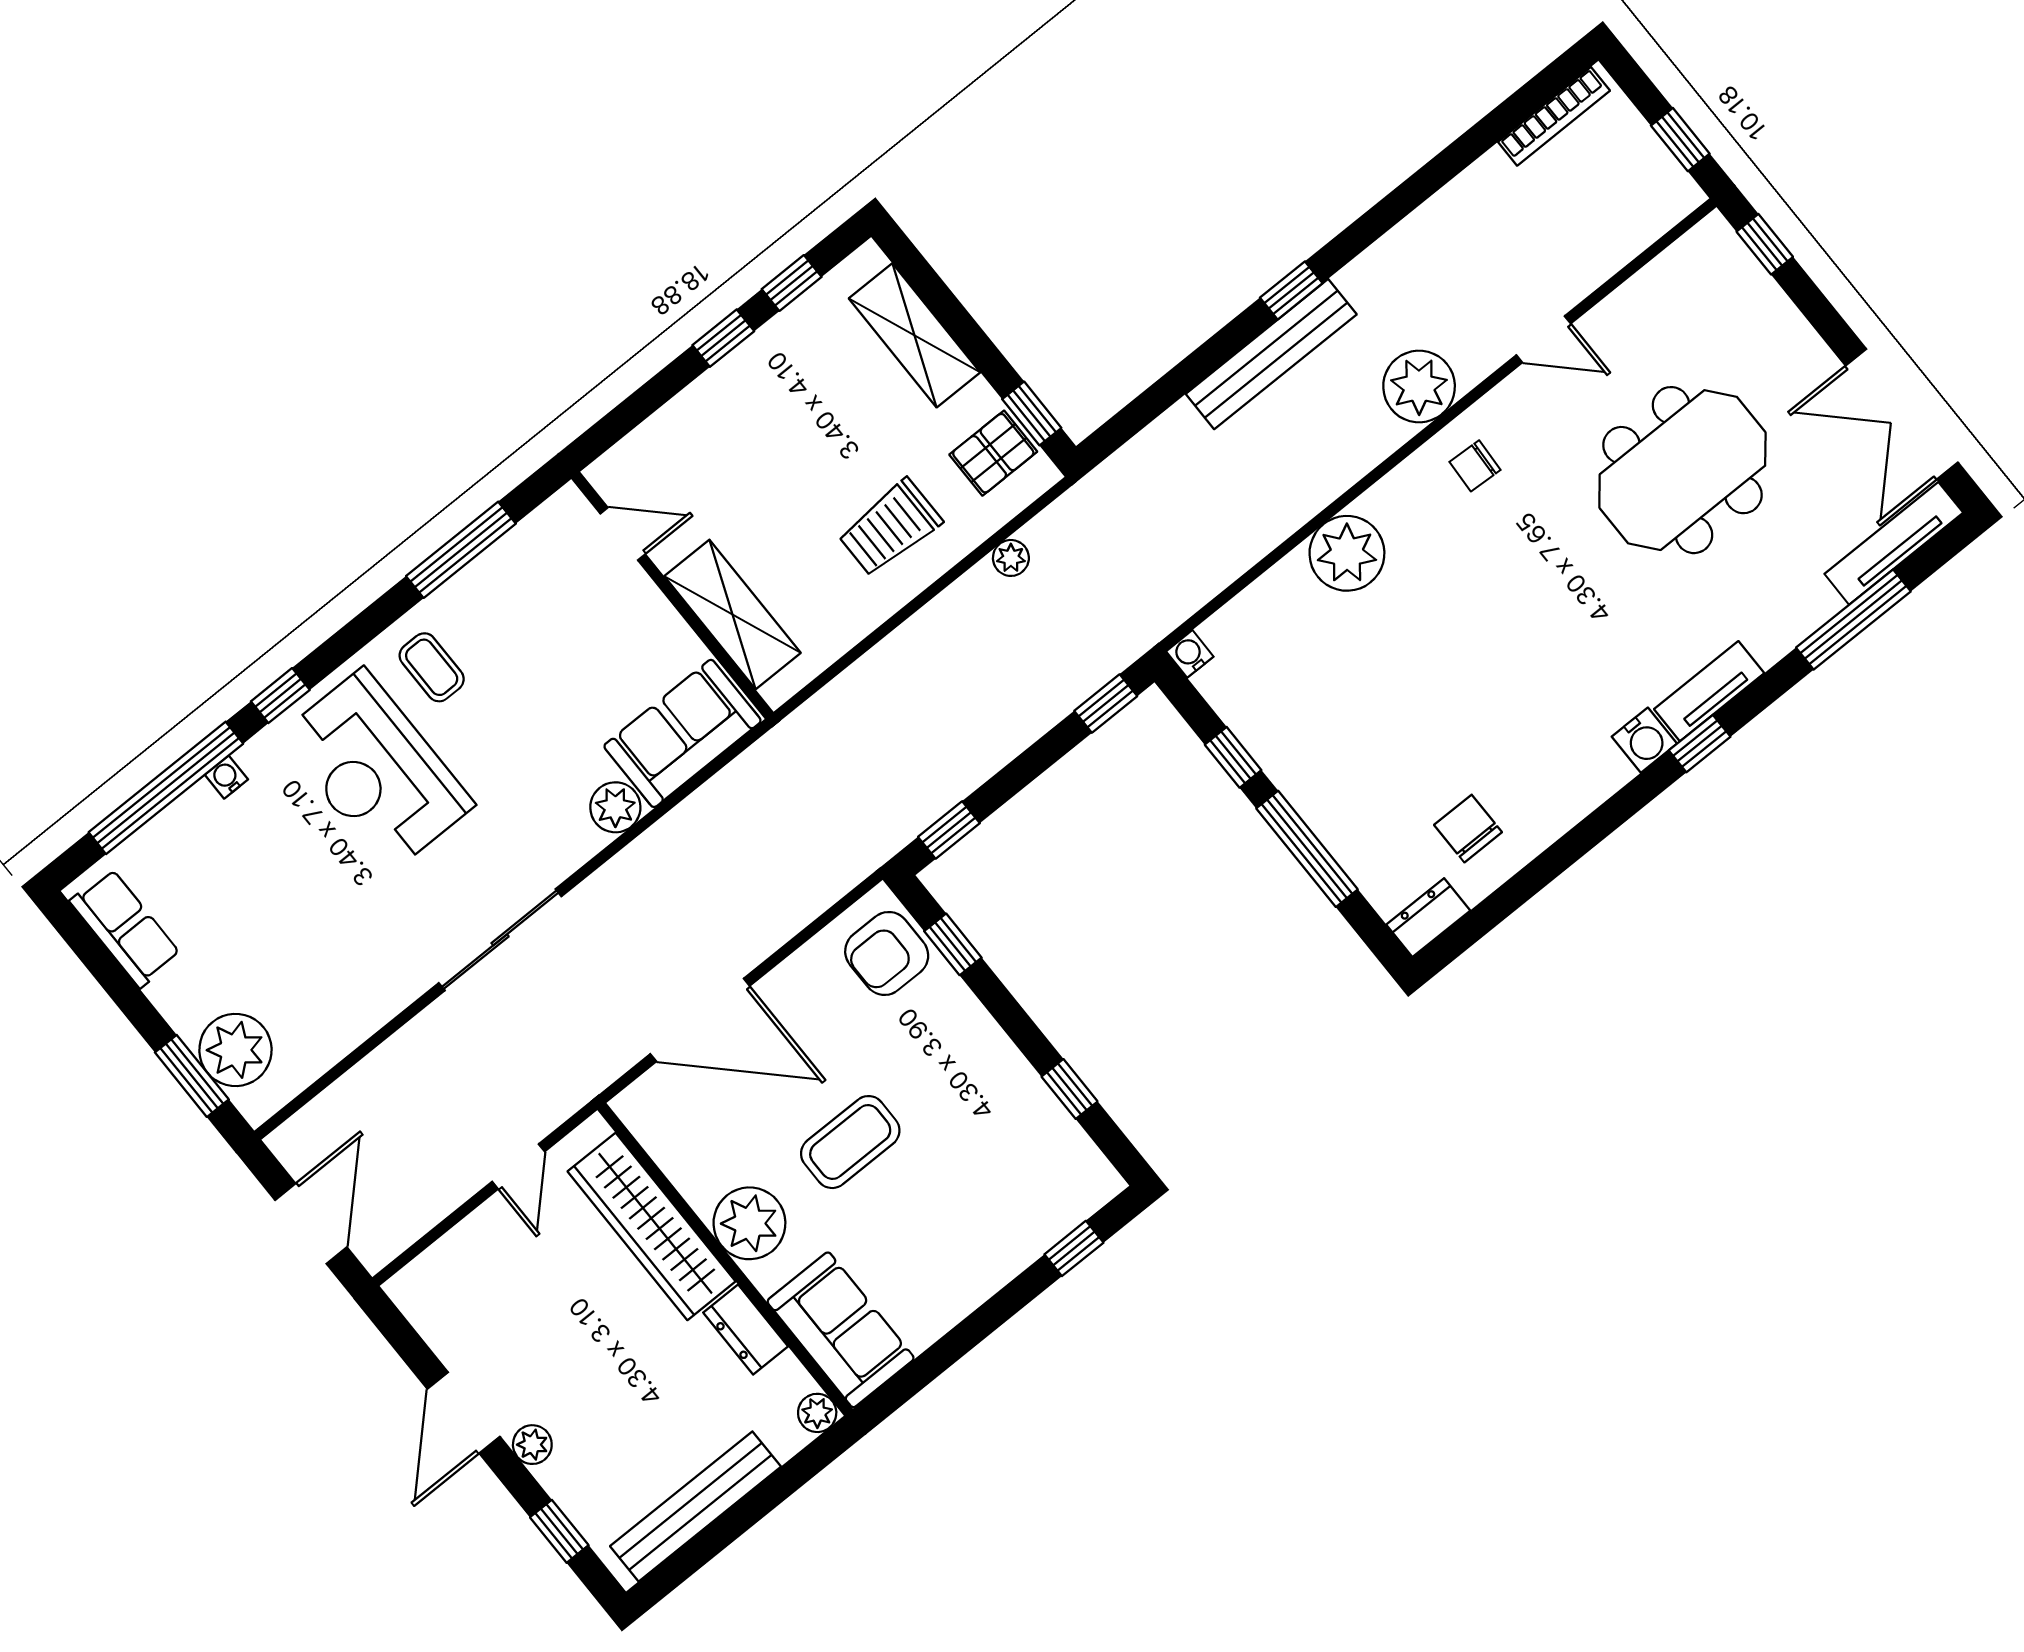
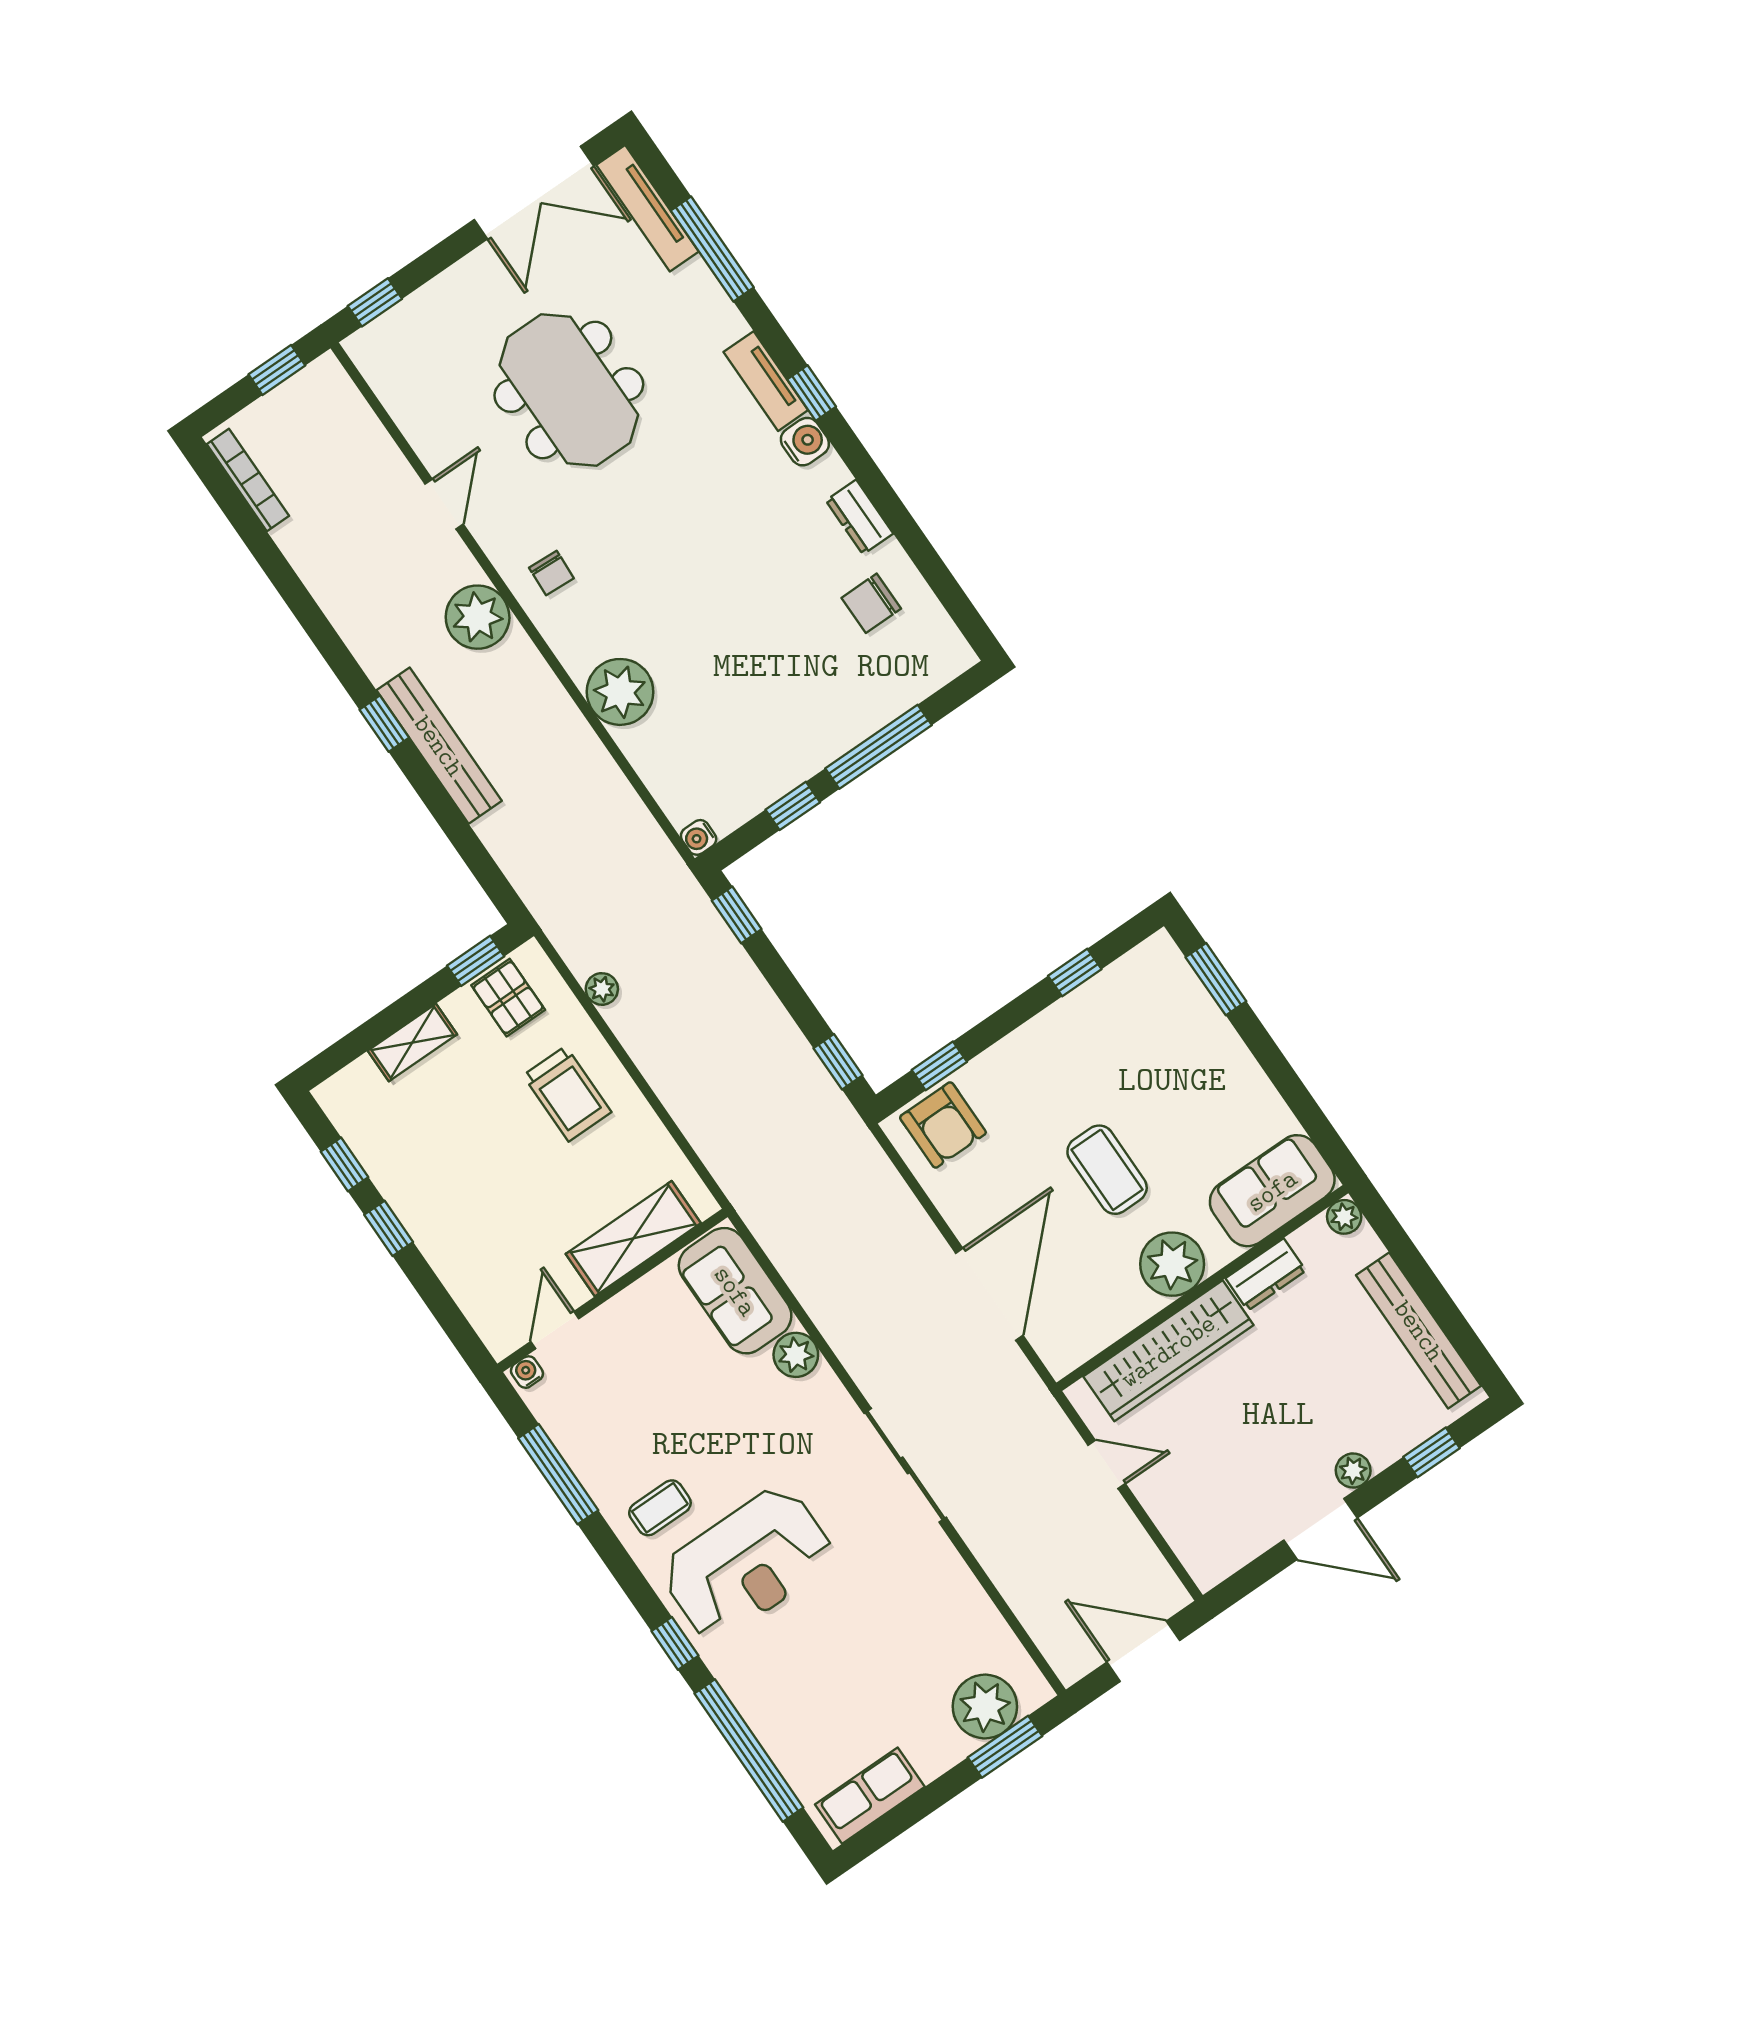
shelving: (915, 335) -> (412, 1042), width x0.67, depth x0.75
water cooler: (226, 777) -> (527, 1372), moved, turned 90
dresser: (1428, 918) -> (859, 517), moved
window: (1074, 1248) -> (1216, 979), width x1.50

